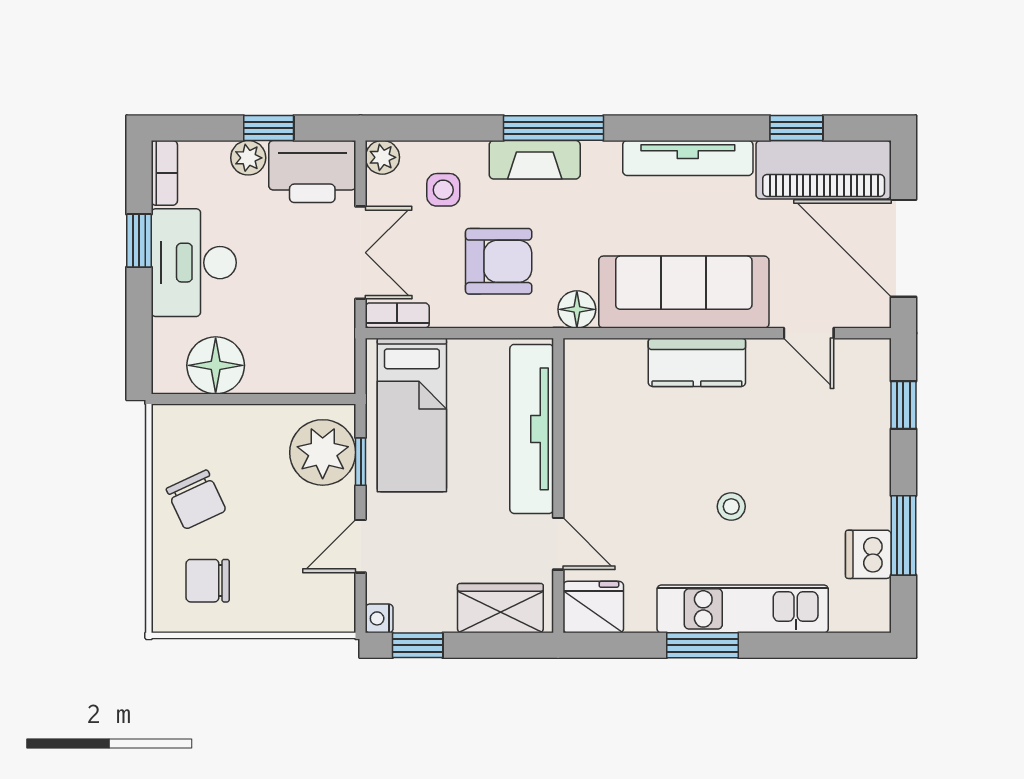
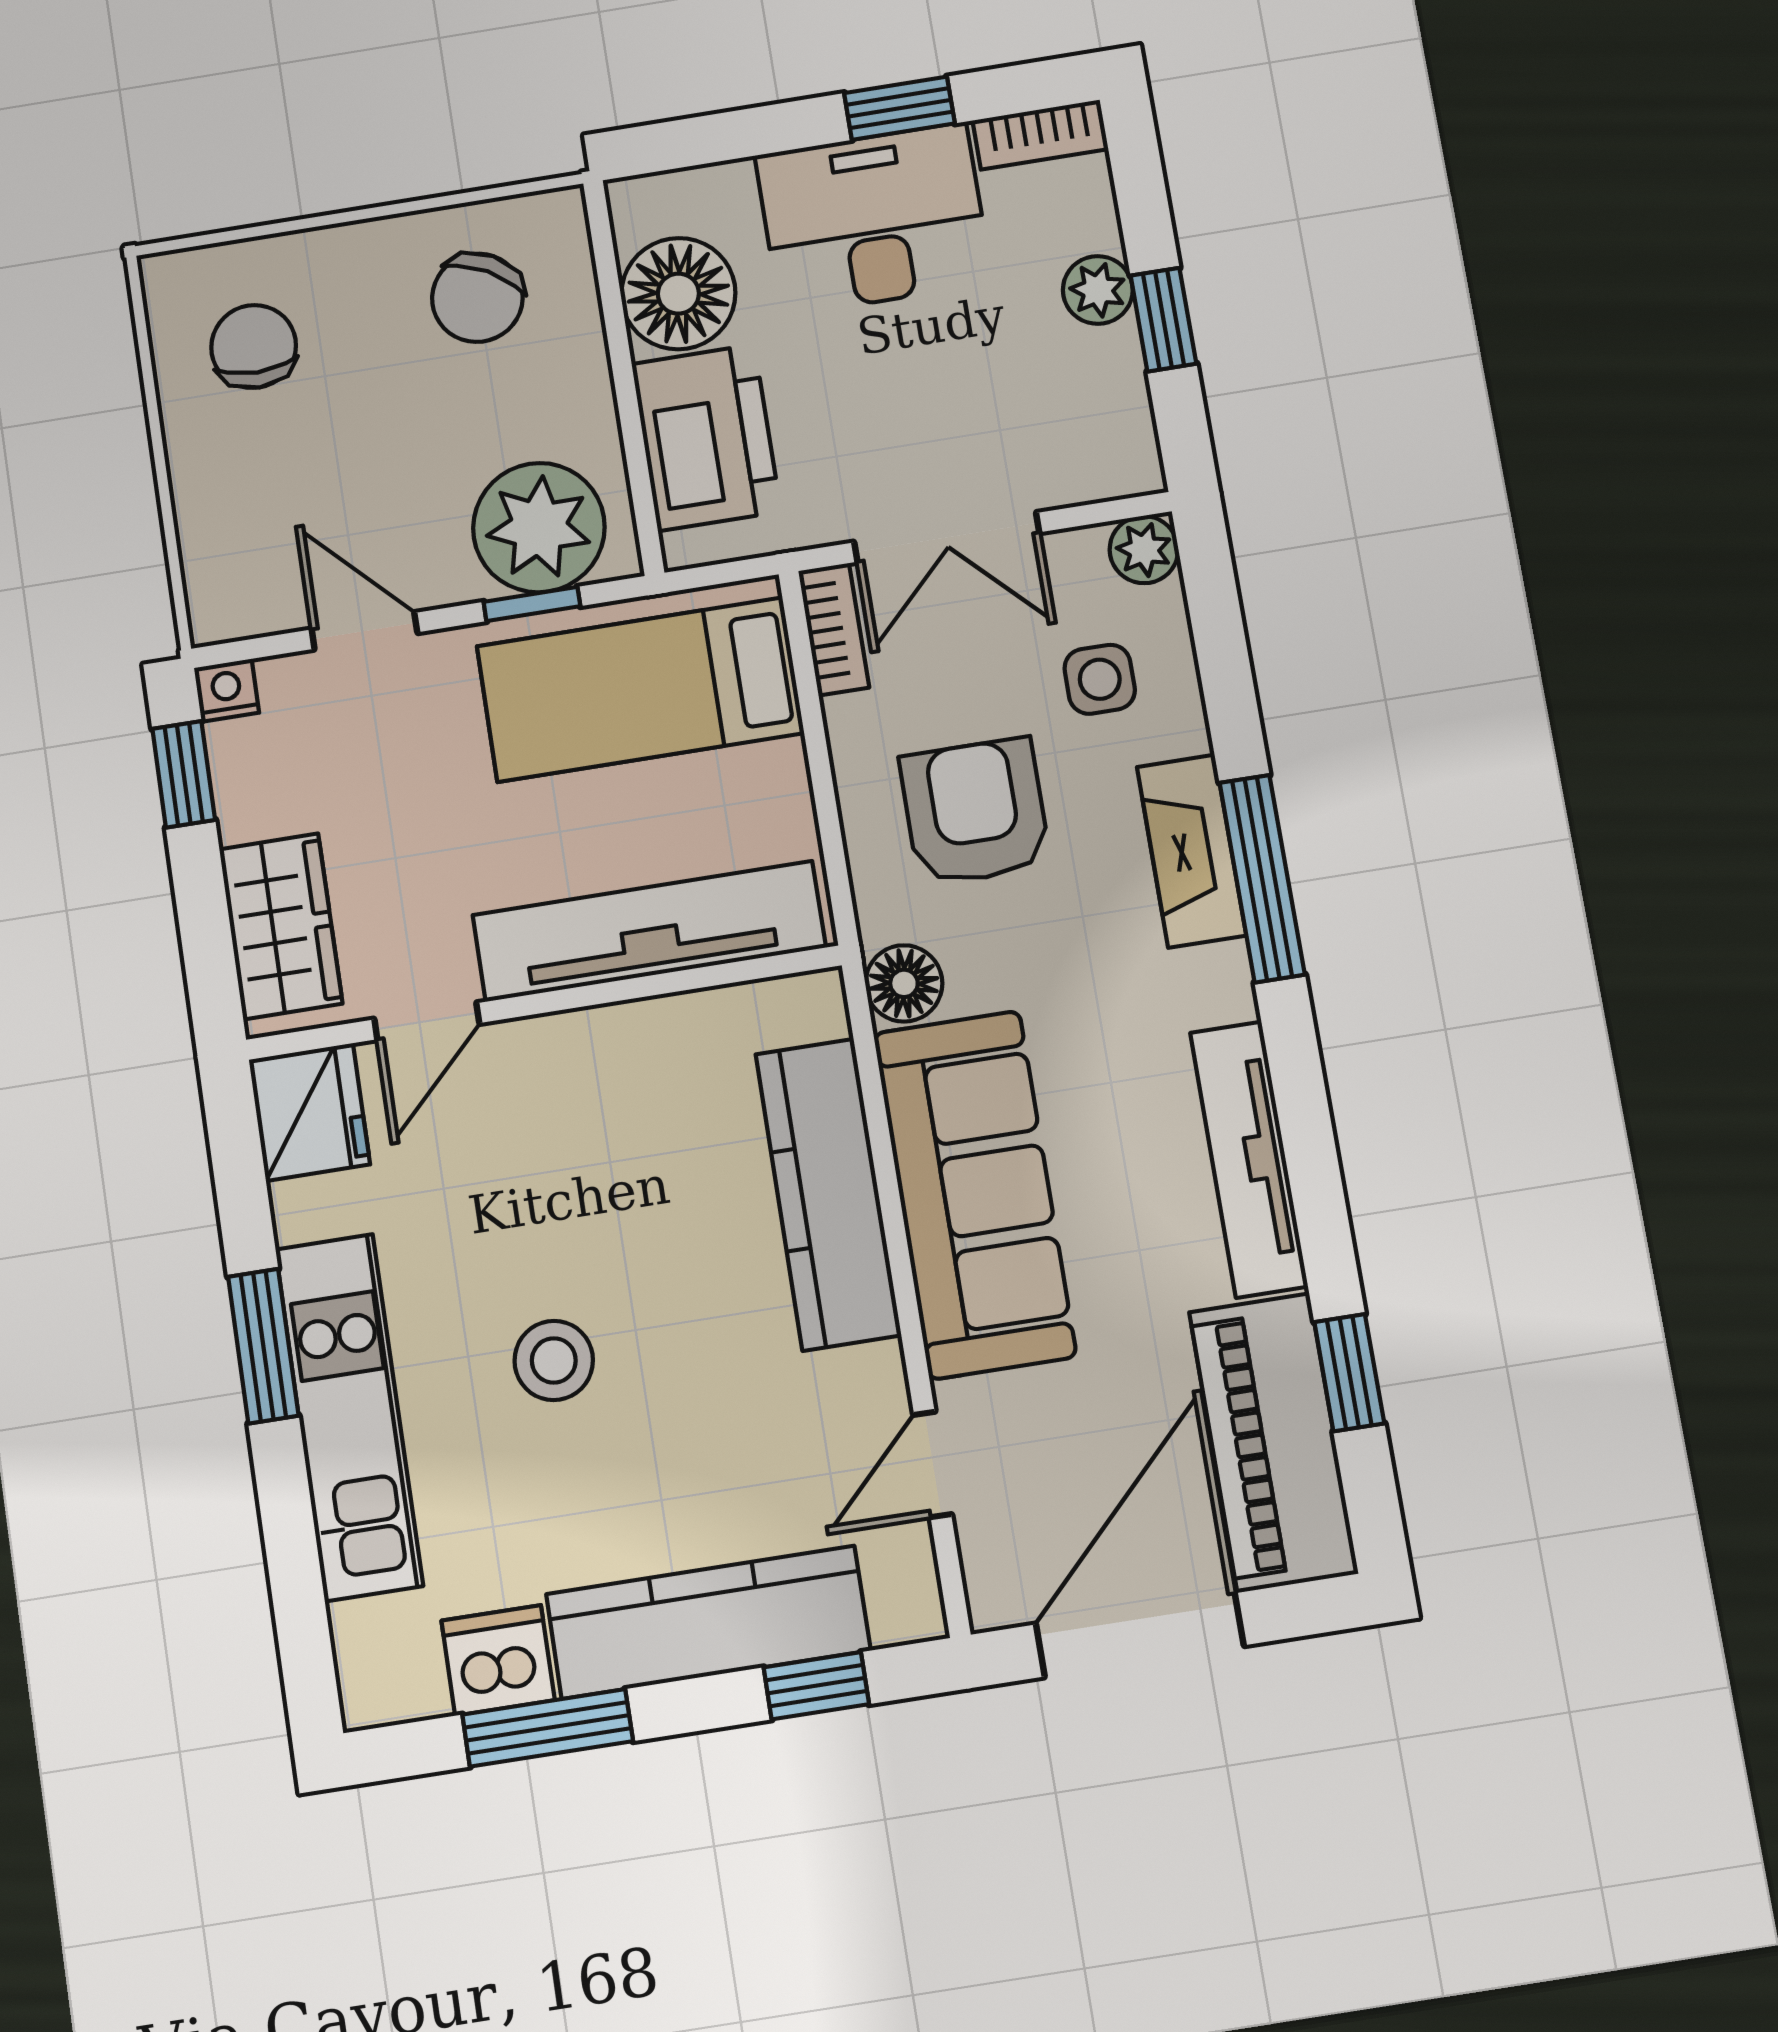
printer: (312, 172) -> (706, 438), moved, turned 180
armchair: (499, 261) -> (975, 812), turned 180
kitchen counter: (697, 362) -> (828, 1194), width x1.50
kitchen counter: (866, 452) -> (708, 1622), added
chair: (196, 500) -> (477, 298), moved, turned -36
stool: (731, 506) -> (554, 1360), width x1.37, depth x1.37

